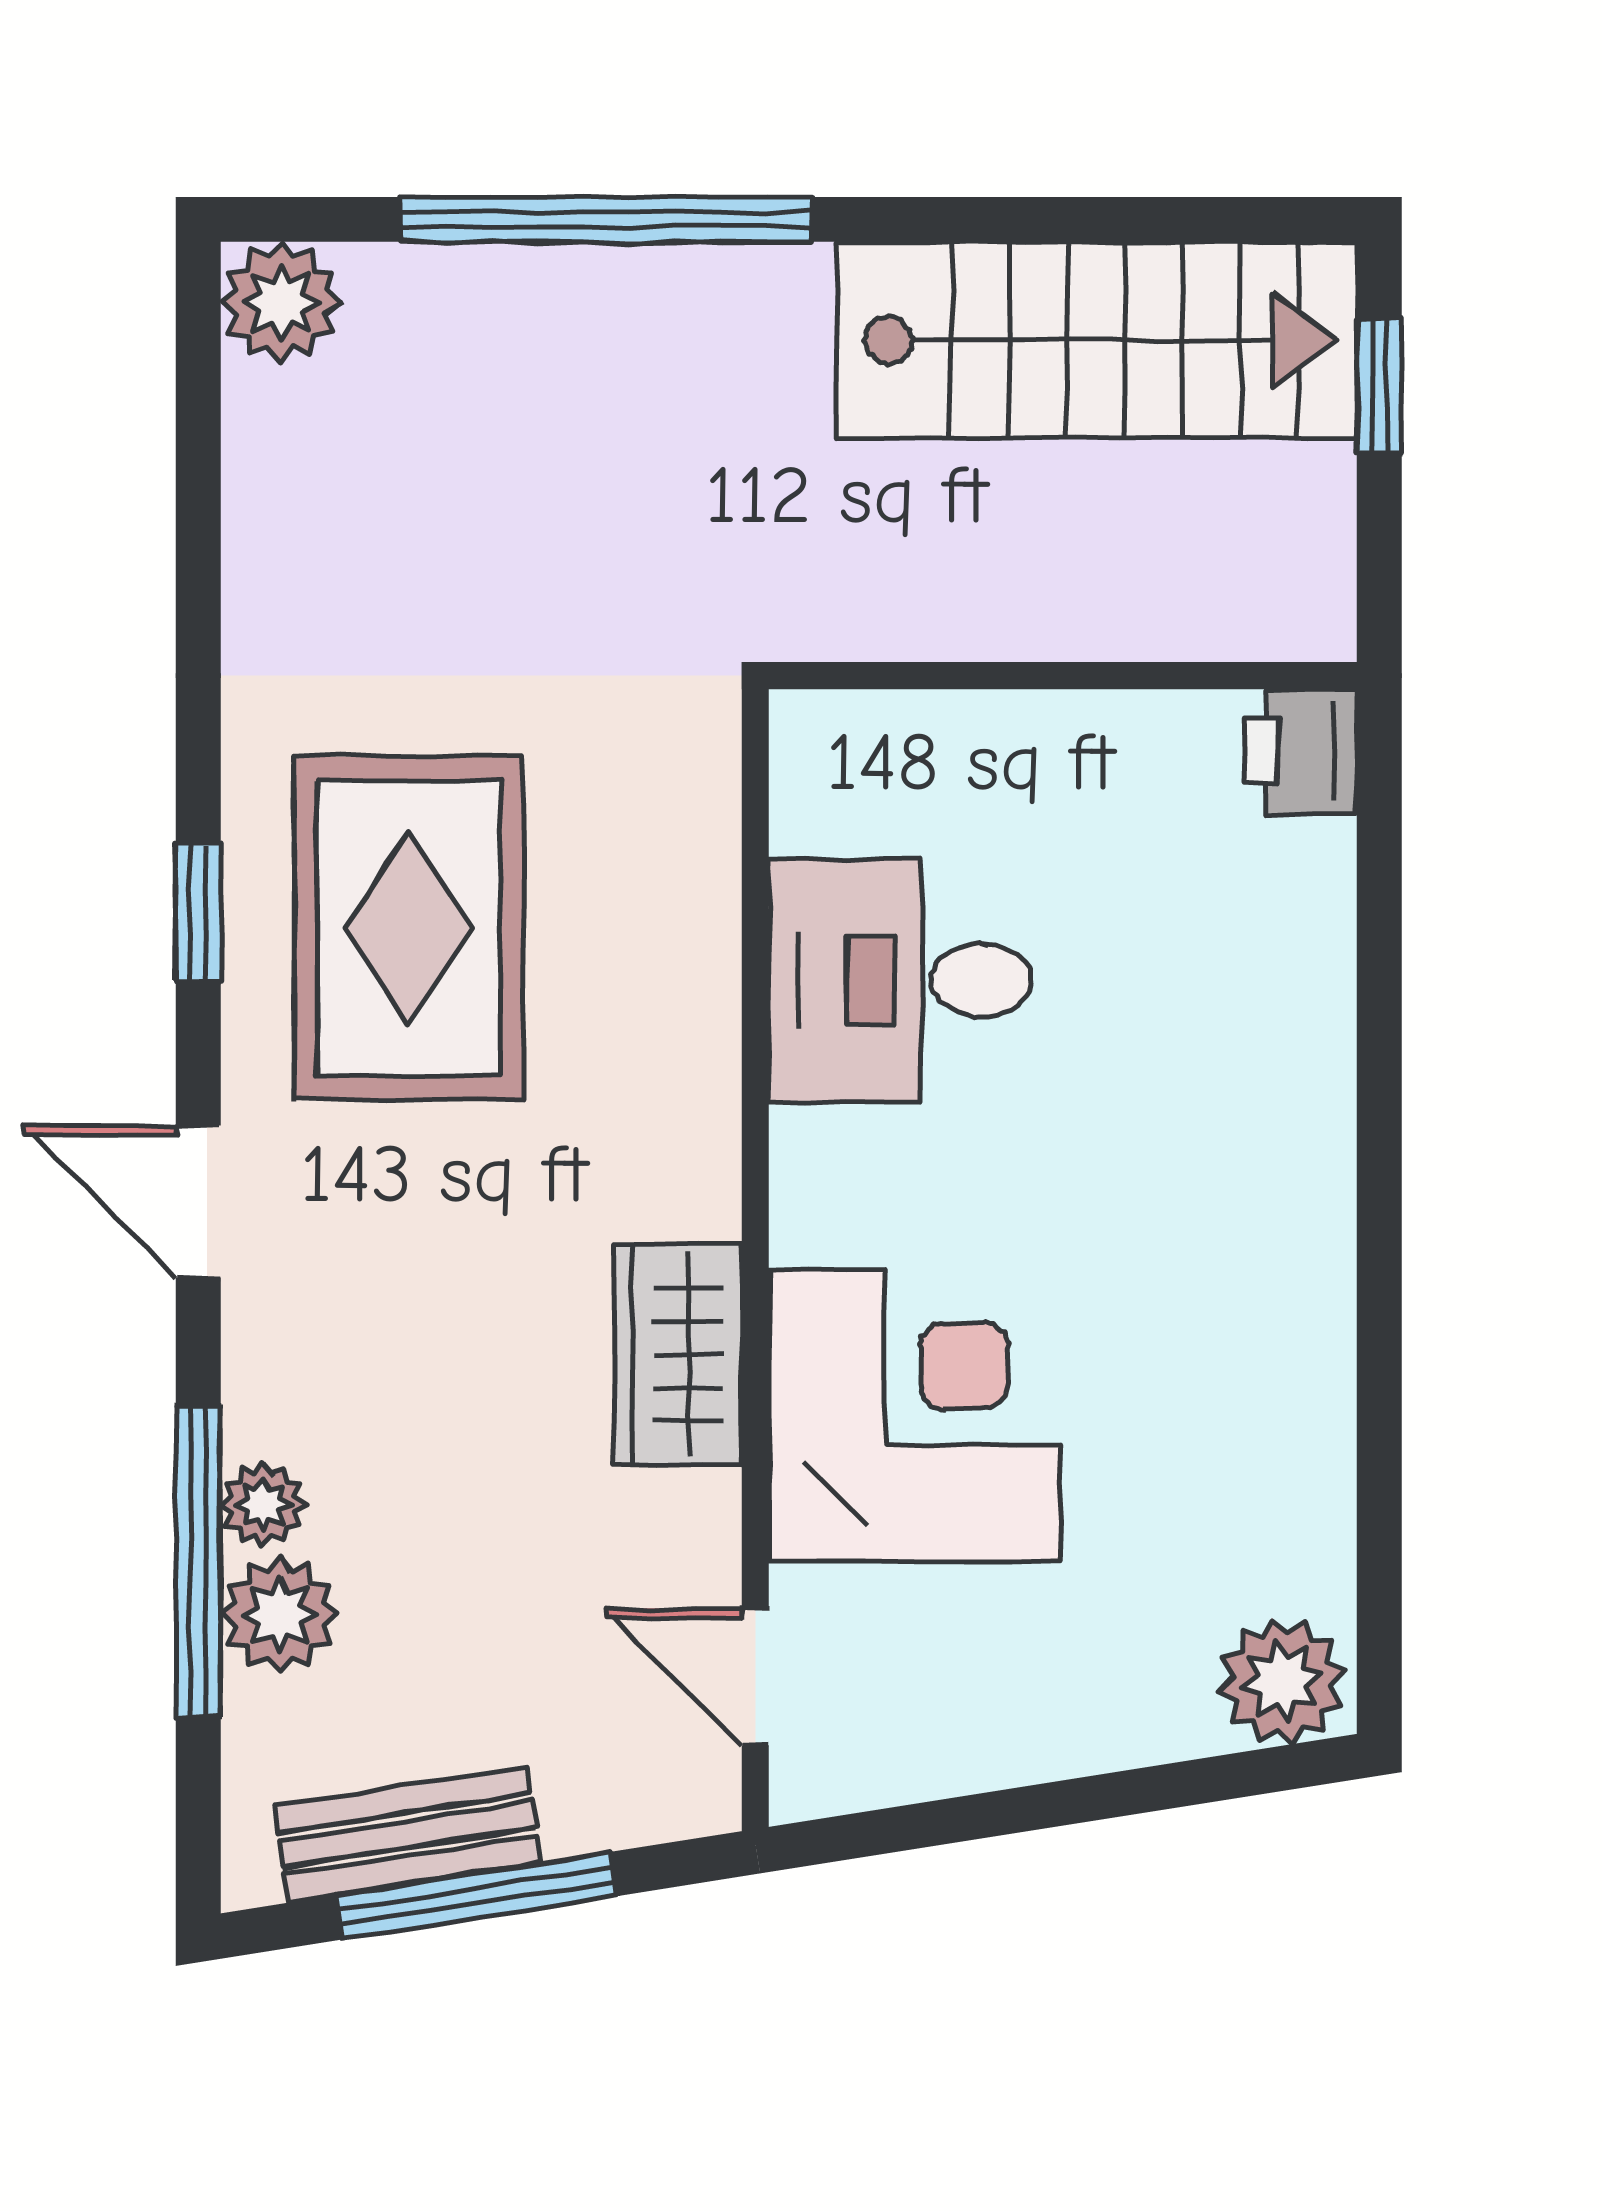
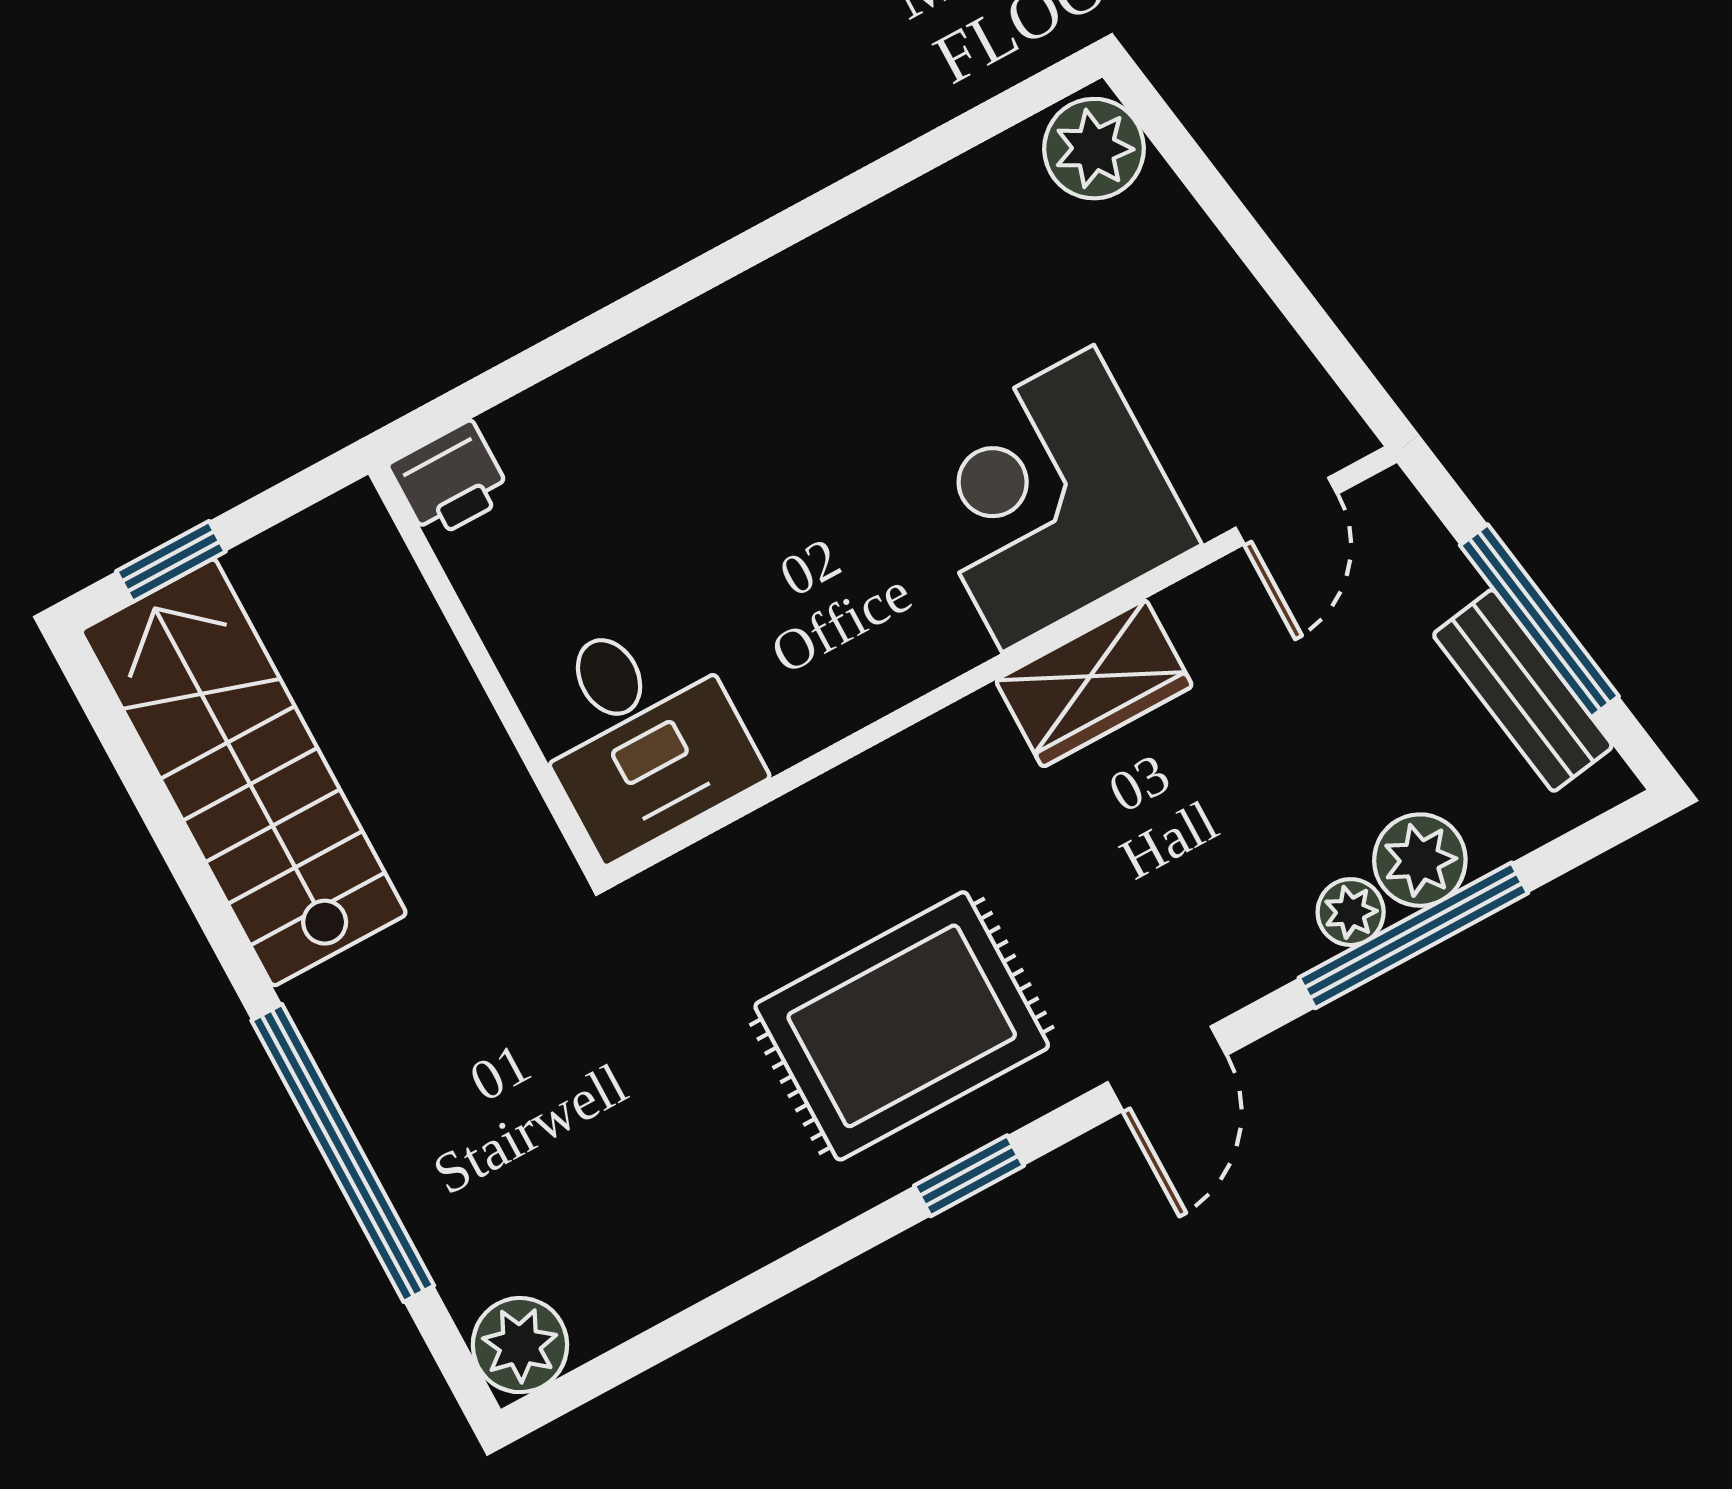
desk: (900, 980) -> (639, 733), moved

